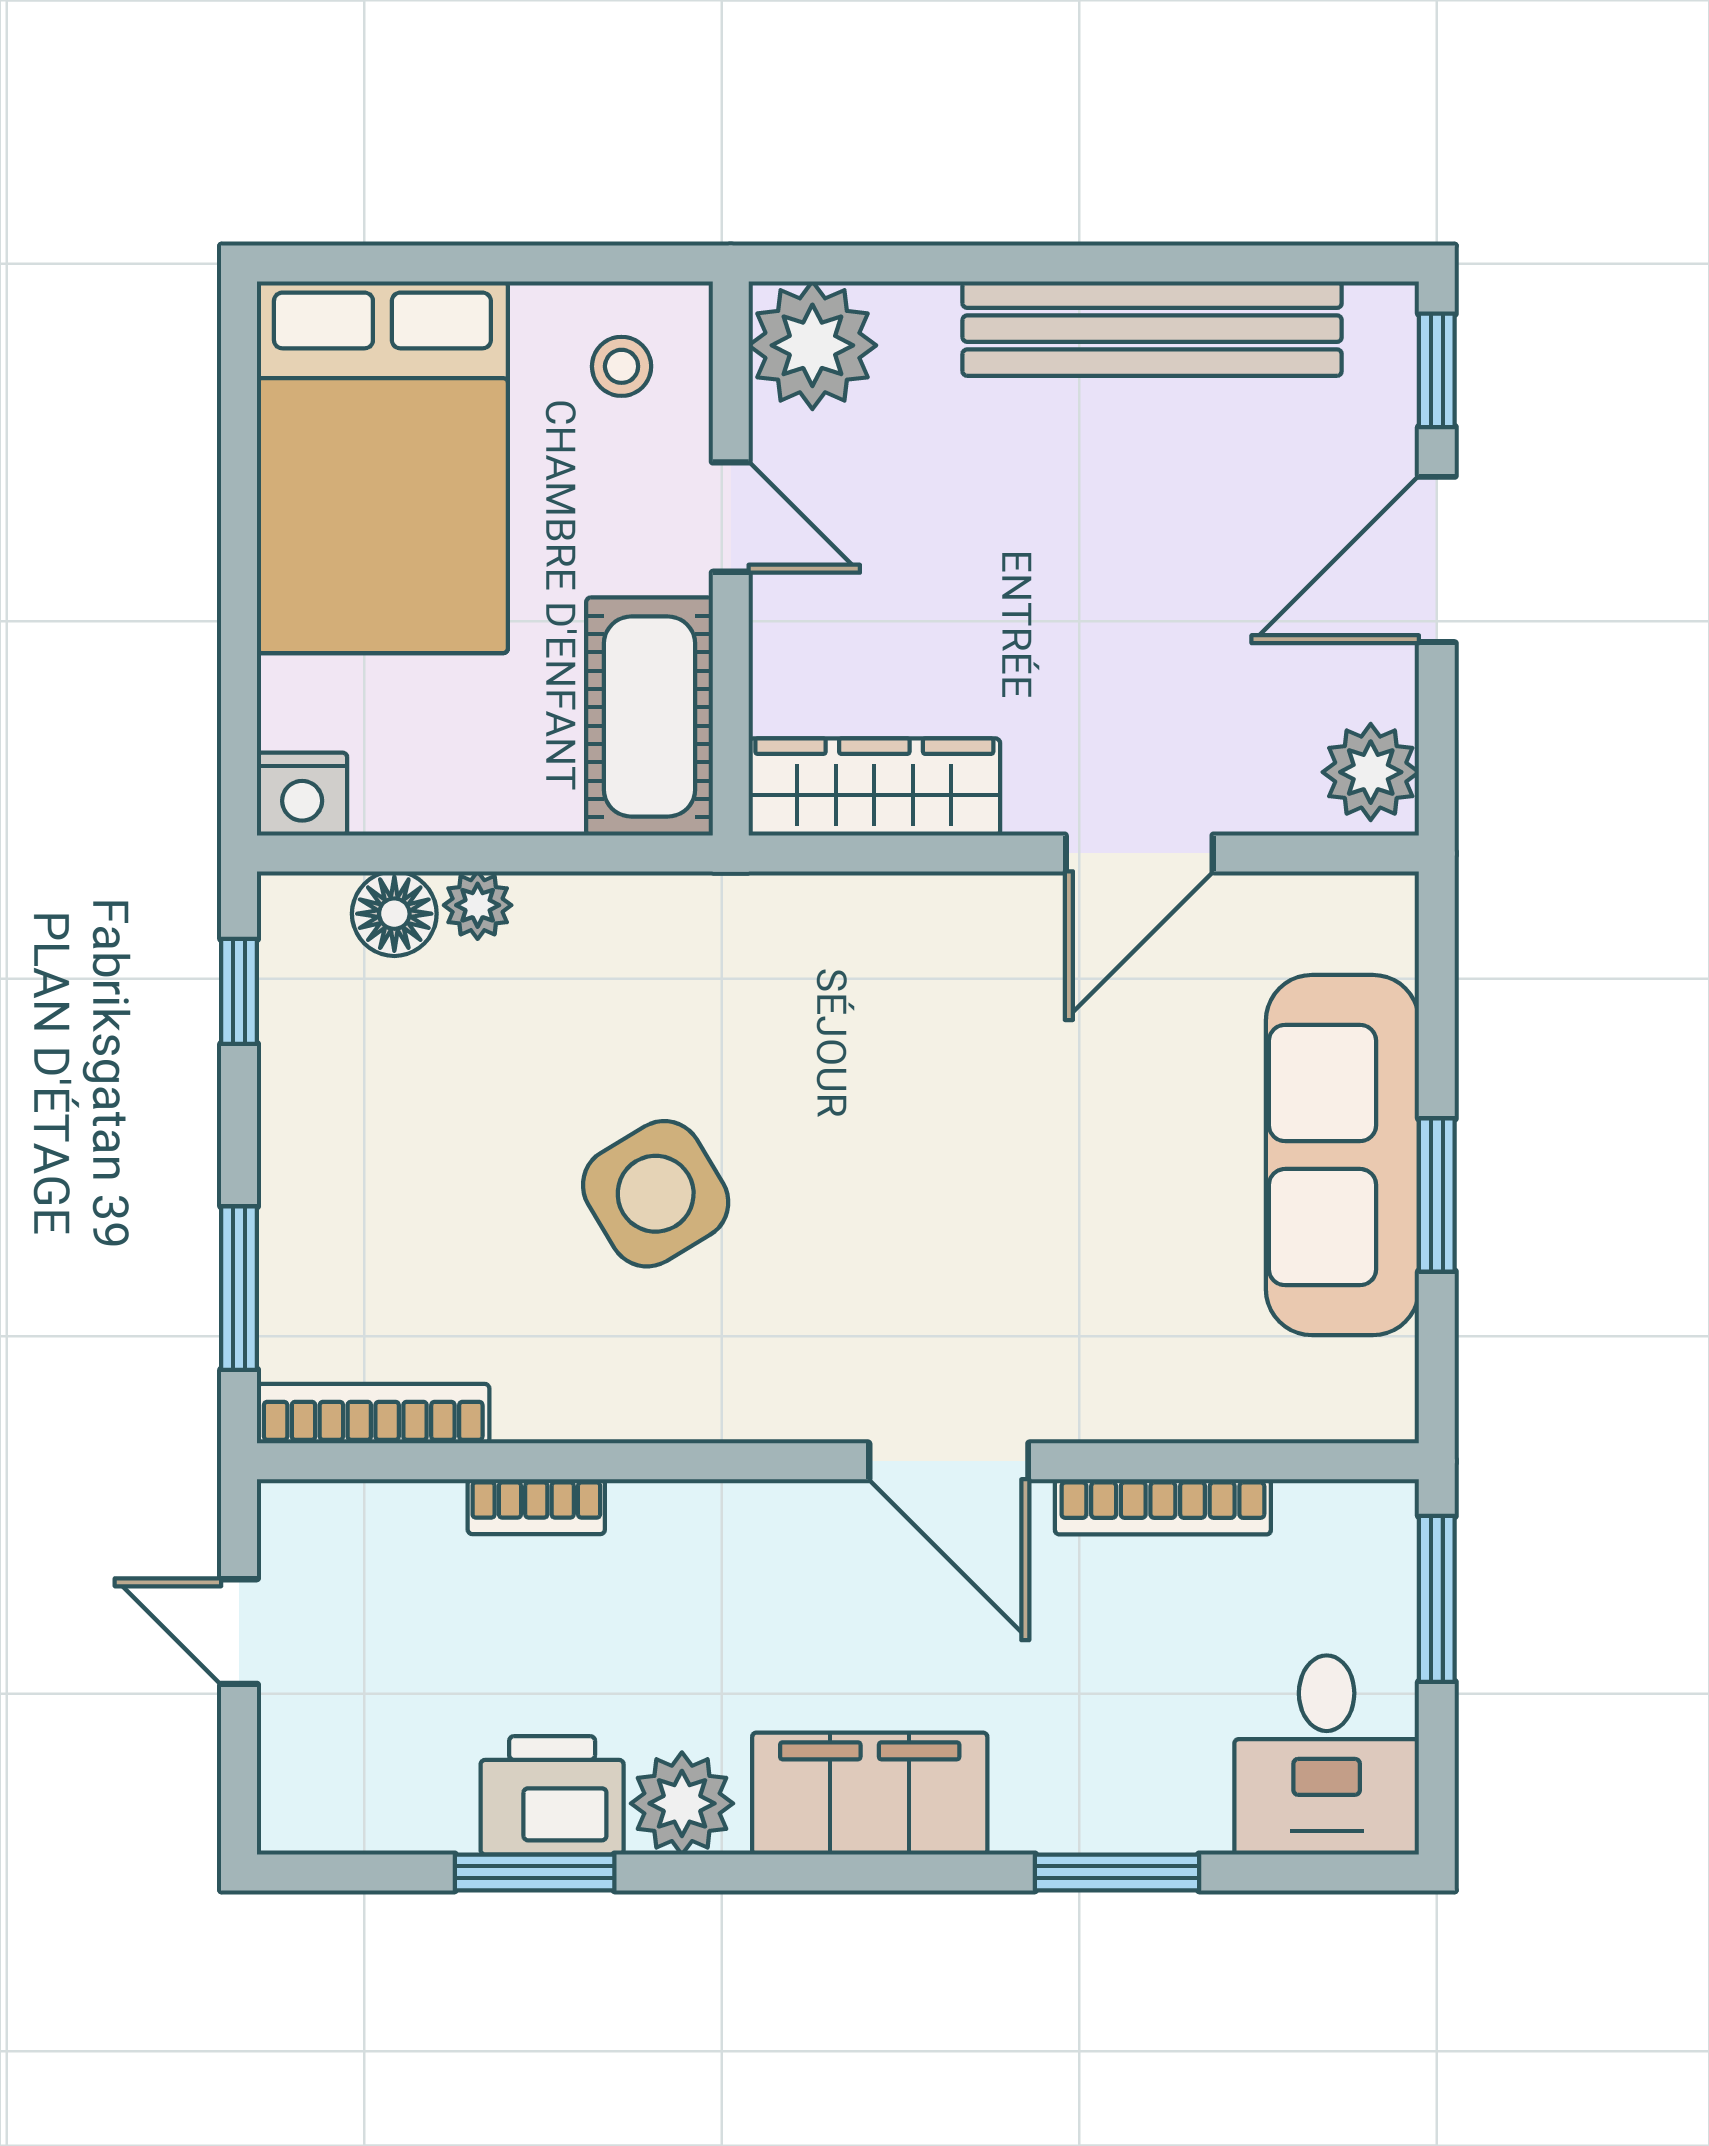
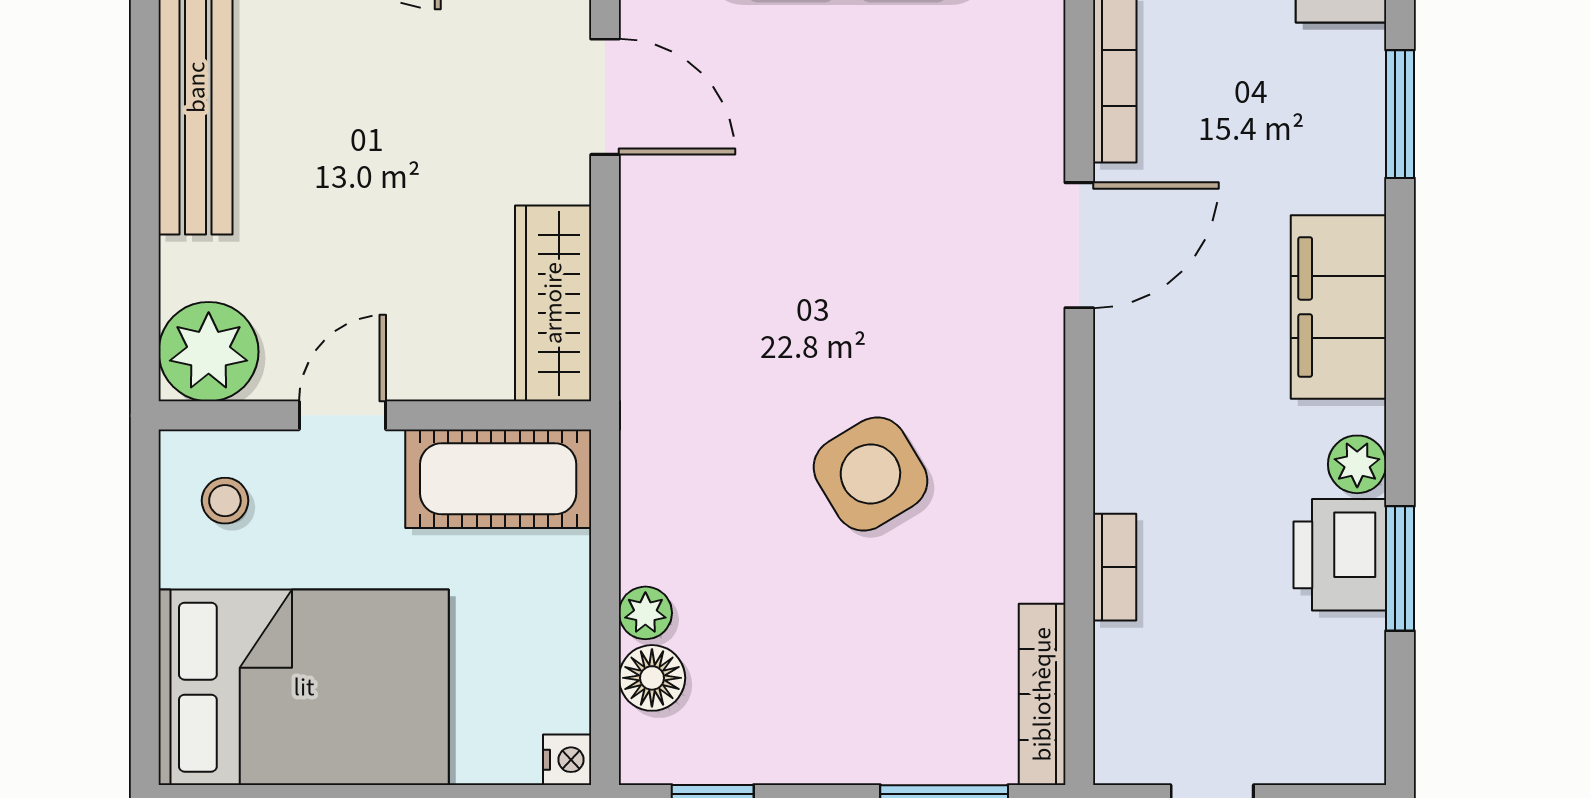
nightstand: (302, 794) -> (567, 760), width x0.72, depth x0.74
plant: (682, 1803) -> (1357, 464), width x0.73, depth x0.73

